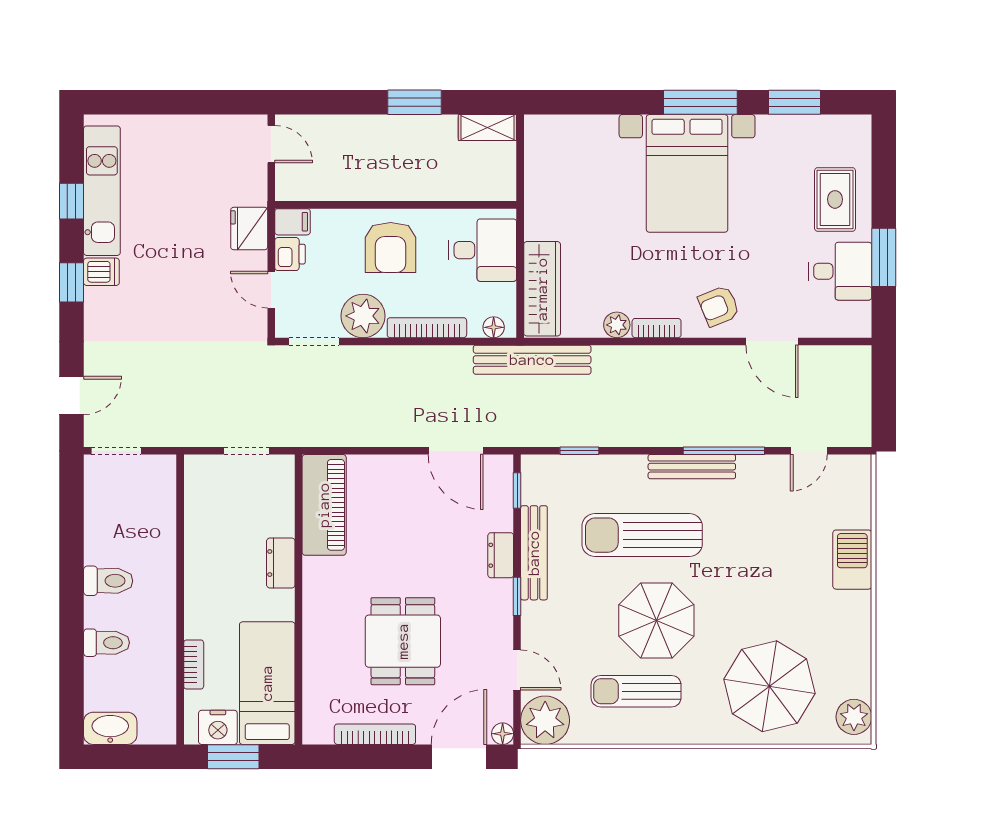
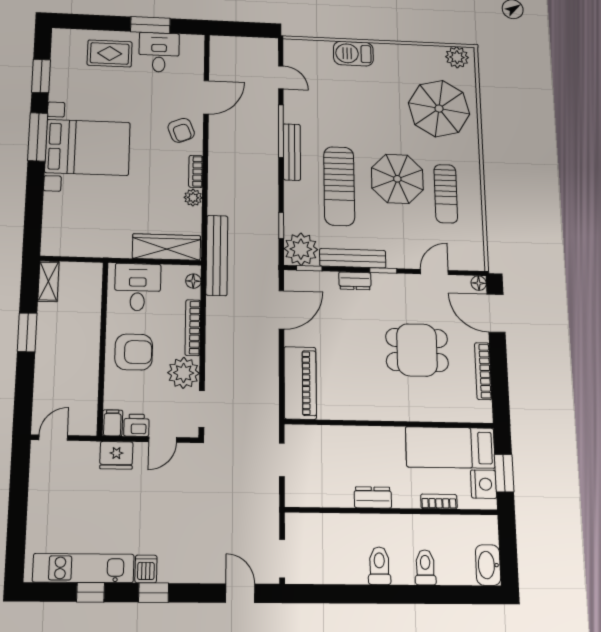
piano: (324, 505) -> (300, 383), moved, turned 90
dresser: (281, 563) -> (373, 497), moved, turned 180
plant: (545, 720) -> (301, 249), moved

